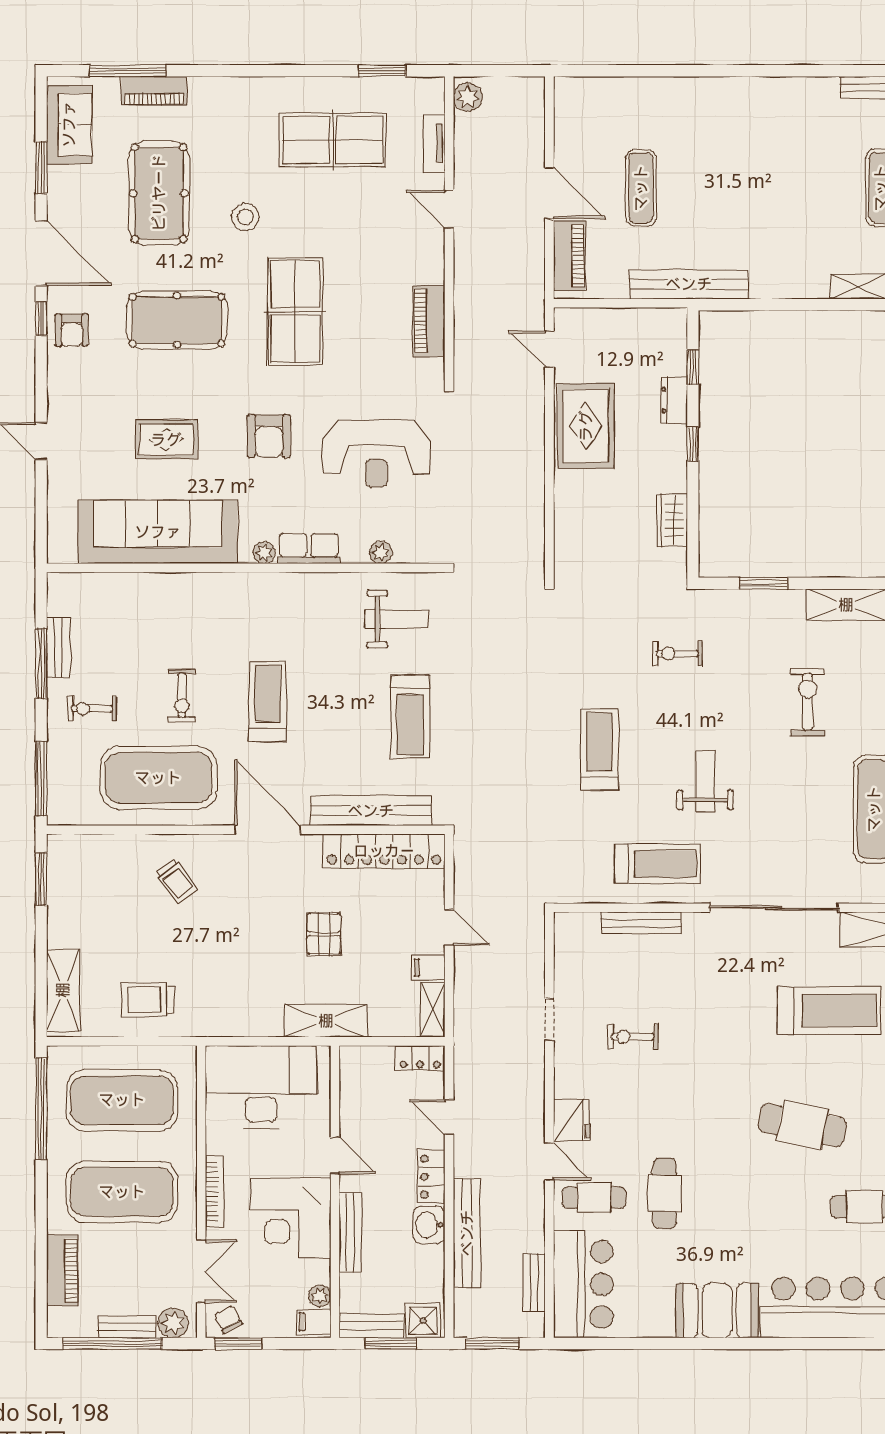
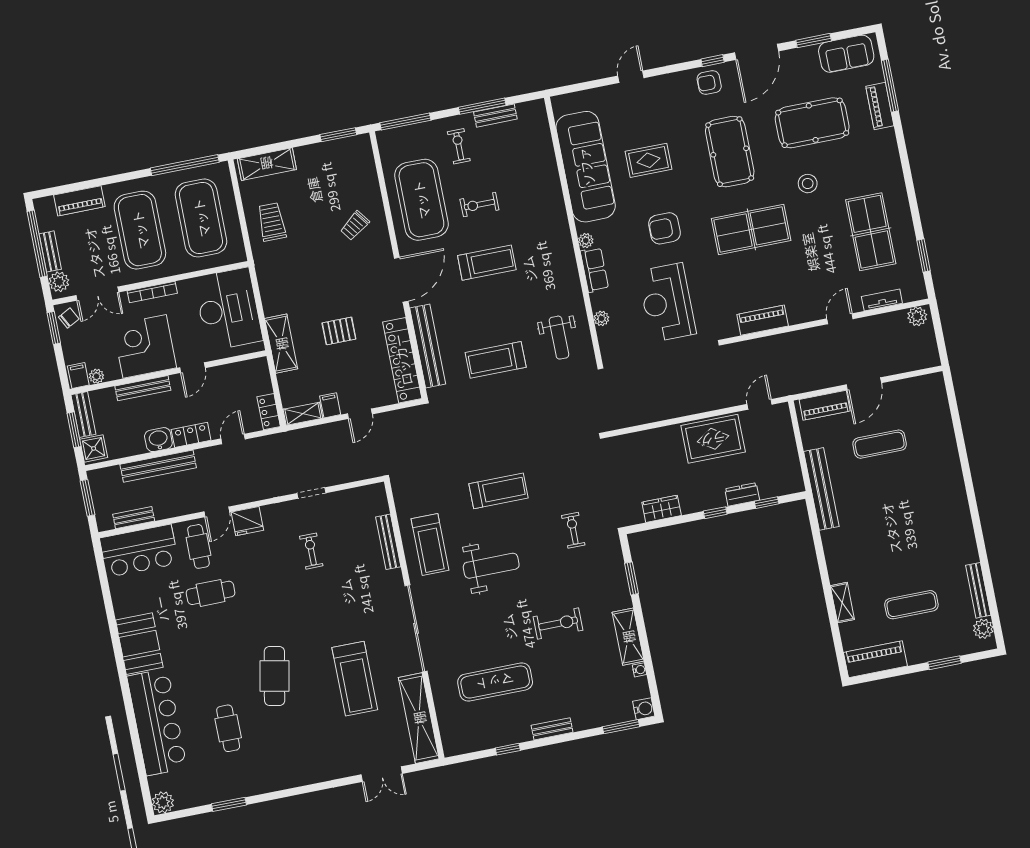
rug: (166, 440) -> (649, 160), turned 90
weight bench: (705, 782) -> (491, 566), width x1.36, depth x1.33

